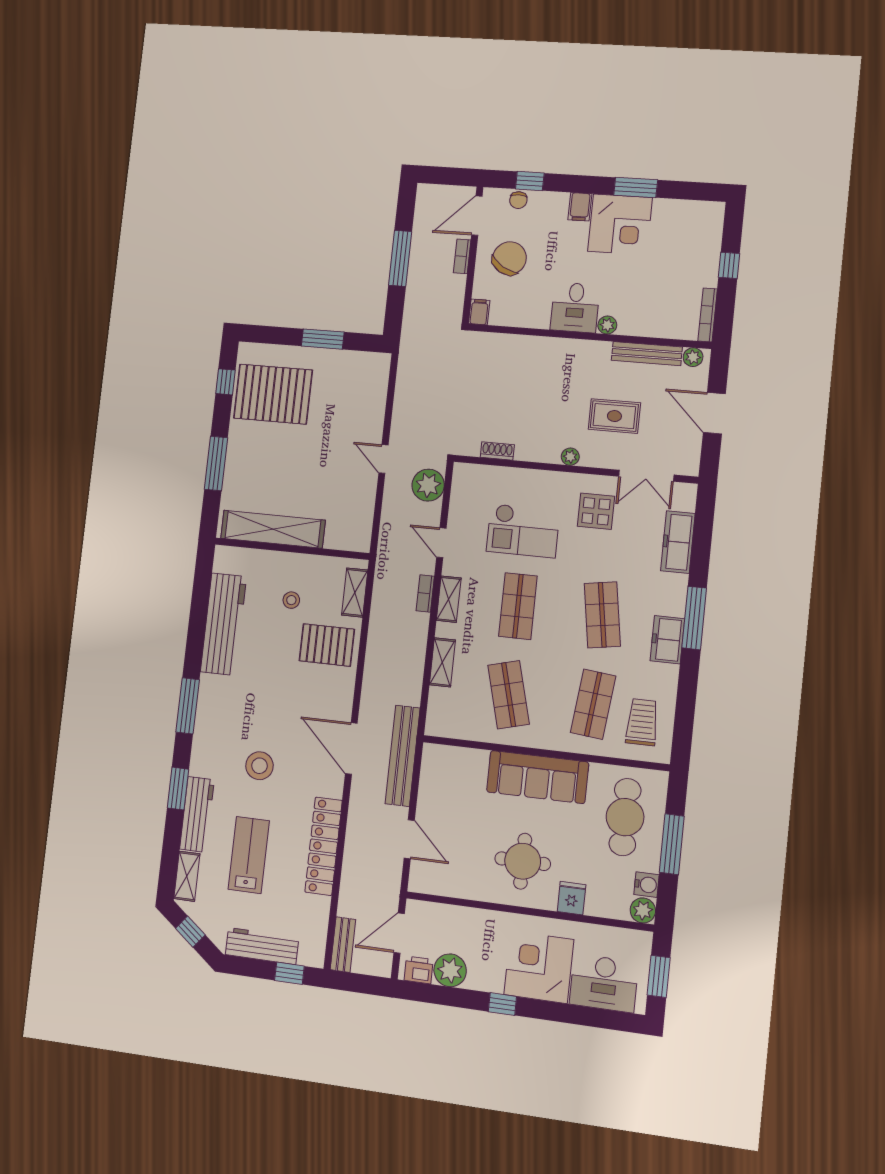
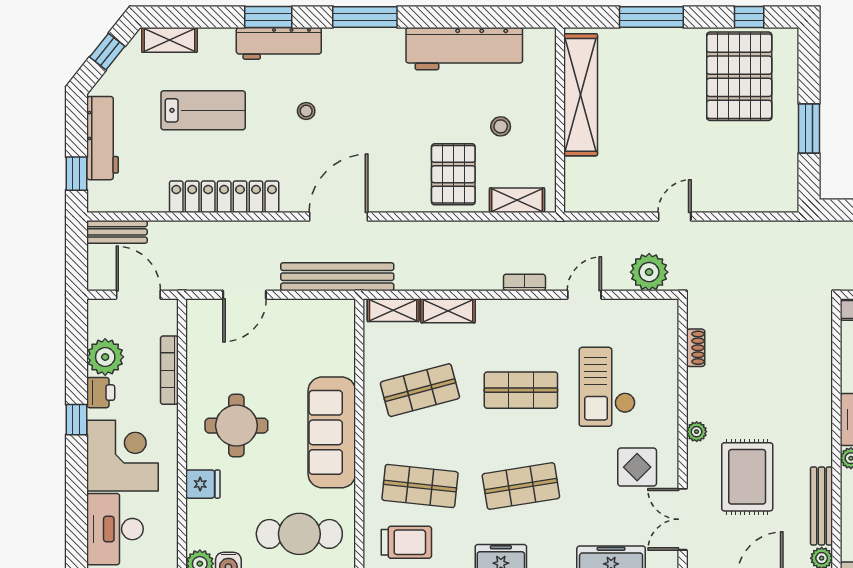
rug: (614, 416) -> (747, 477), width x1.36, depth x1.43
shelving: (449, 599) -> (393, 310), moved
stool: (259, 766) -> (306, 111), width x0.53, depth x0.53
workbench: (197, 814) -> (279, 43), moved
bookcase: (468, 915) -> (169, 370), added
printer: (419, 970) -> (101, 393), moved

